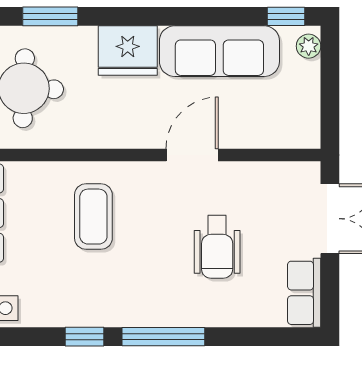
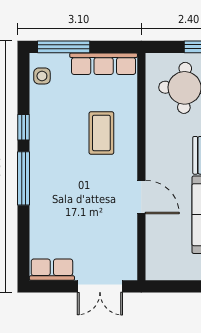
coffee table: (93, 217) -> (101, 133), turned 90
wheelchair: (217, 247) -> (82, 213), removed

